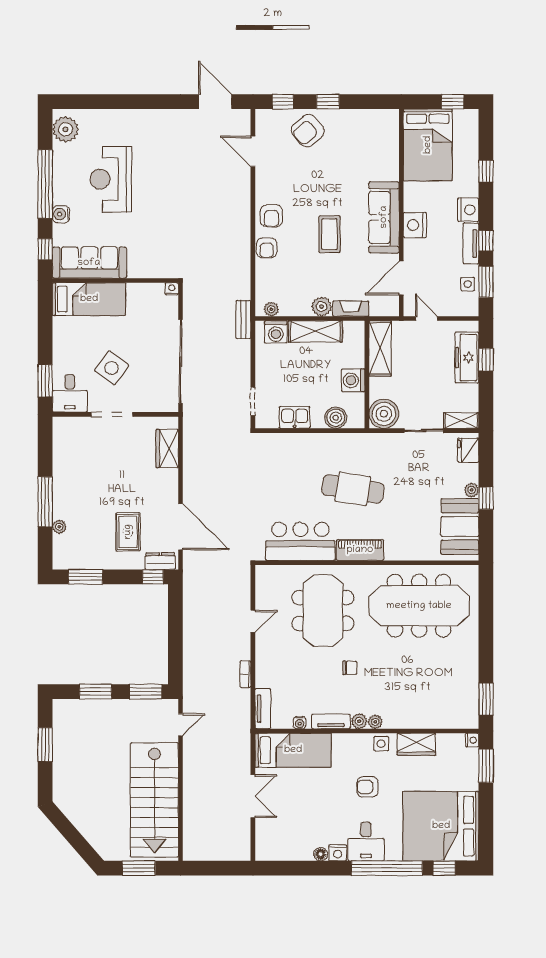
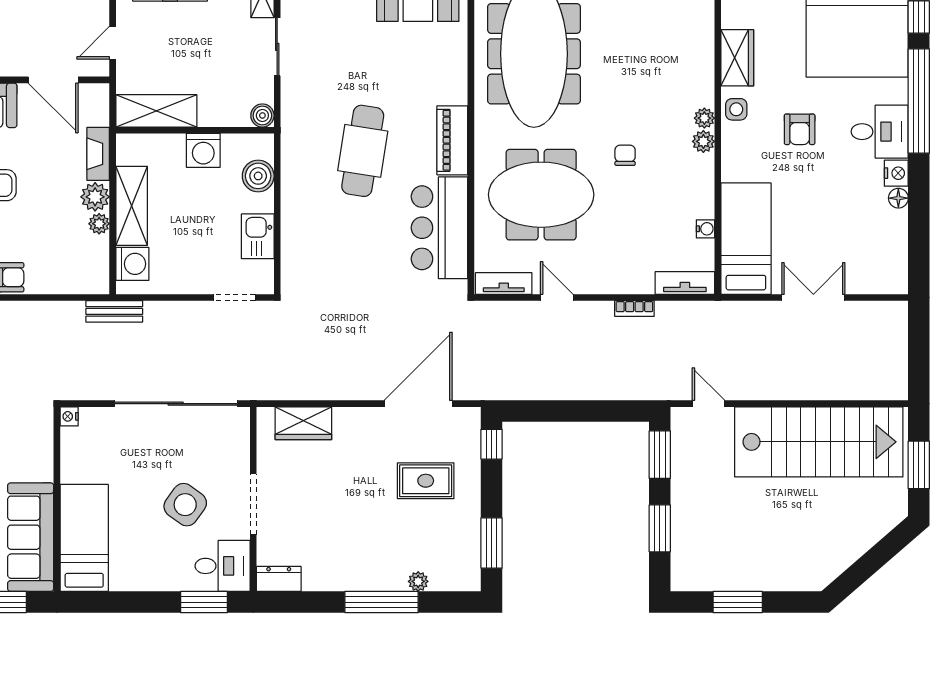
plant: (271, 309) -> (99, 224), moved
boiler: (384, 414) -> (262, 115), width x0.54, depth x0.54
dresser: (160, 561) -> (279, 579), moved, turned 90
tv unit: (331, 721) -> (504, 283), moved, turned 90

